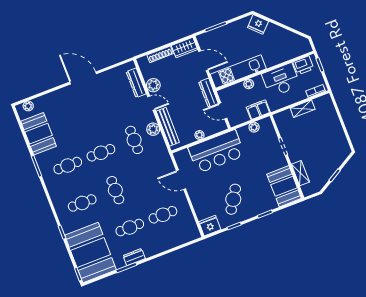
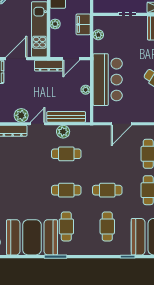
booth: (39, 134) -> (32, 237), width x1.36, depth x1.42
cafe table: (101, 153) -> (66, 190), turned 90

